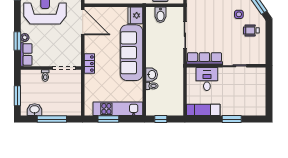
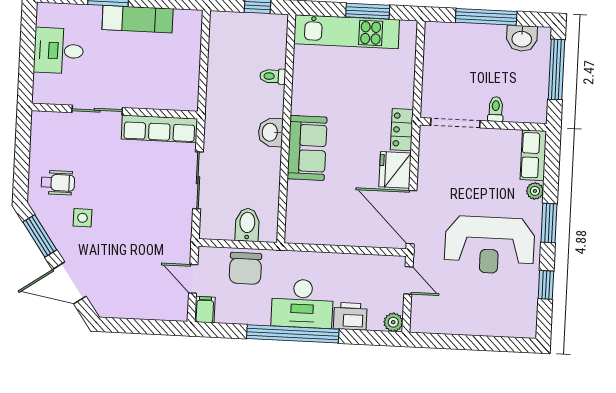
fridge: (135, 15) -> (395, 170), moved, turned 180
window: (17, 41) -> (549, 223), moved
sofa: (131, 53) -> (307, 148), width x0.54, depth x0.79
washbasin: (152, 75) -> (271, 132), moved
desk: (207, 79) -> (59, 51), moved, turned 90
window: (17, 96) -> (556, 69), width x1.44
exam couch: (203, 110) -> (138, 19), moved

